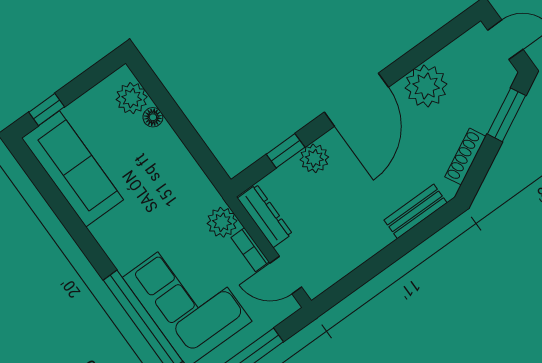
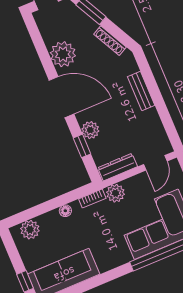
floor lamp: (153, 117) -> (65, 211), moved
bench: (416, 211) -> (141, 91), moved
bookcase: (250, 250) -> (92, 199), moved

